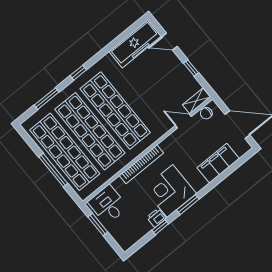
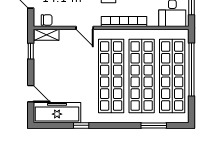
window: (191, 68) -> (31, 51), moved
window: (78, 73) -> (81, 125), moved
door: (183, 121) -> (85, 28), moved
window: (53, 170) -> (191, 70), width x1.46

